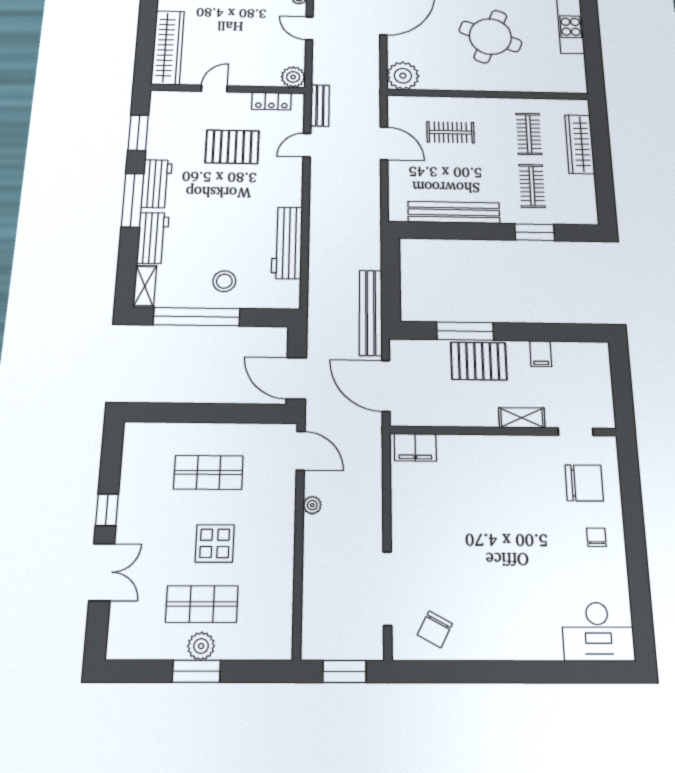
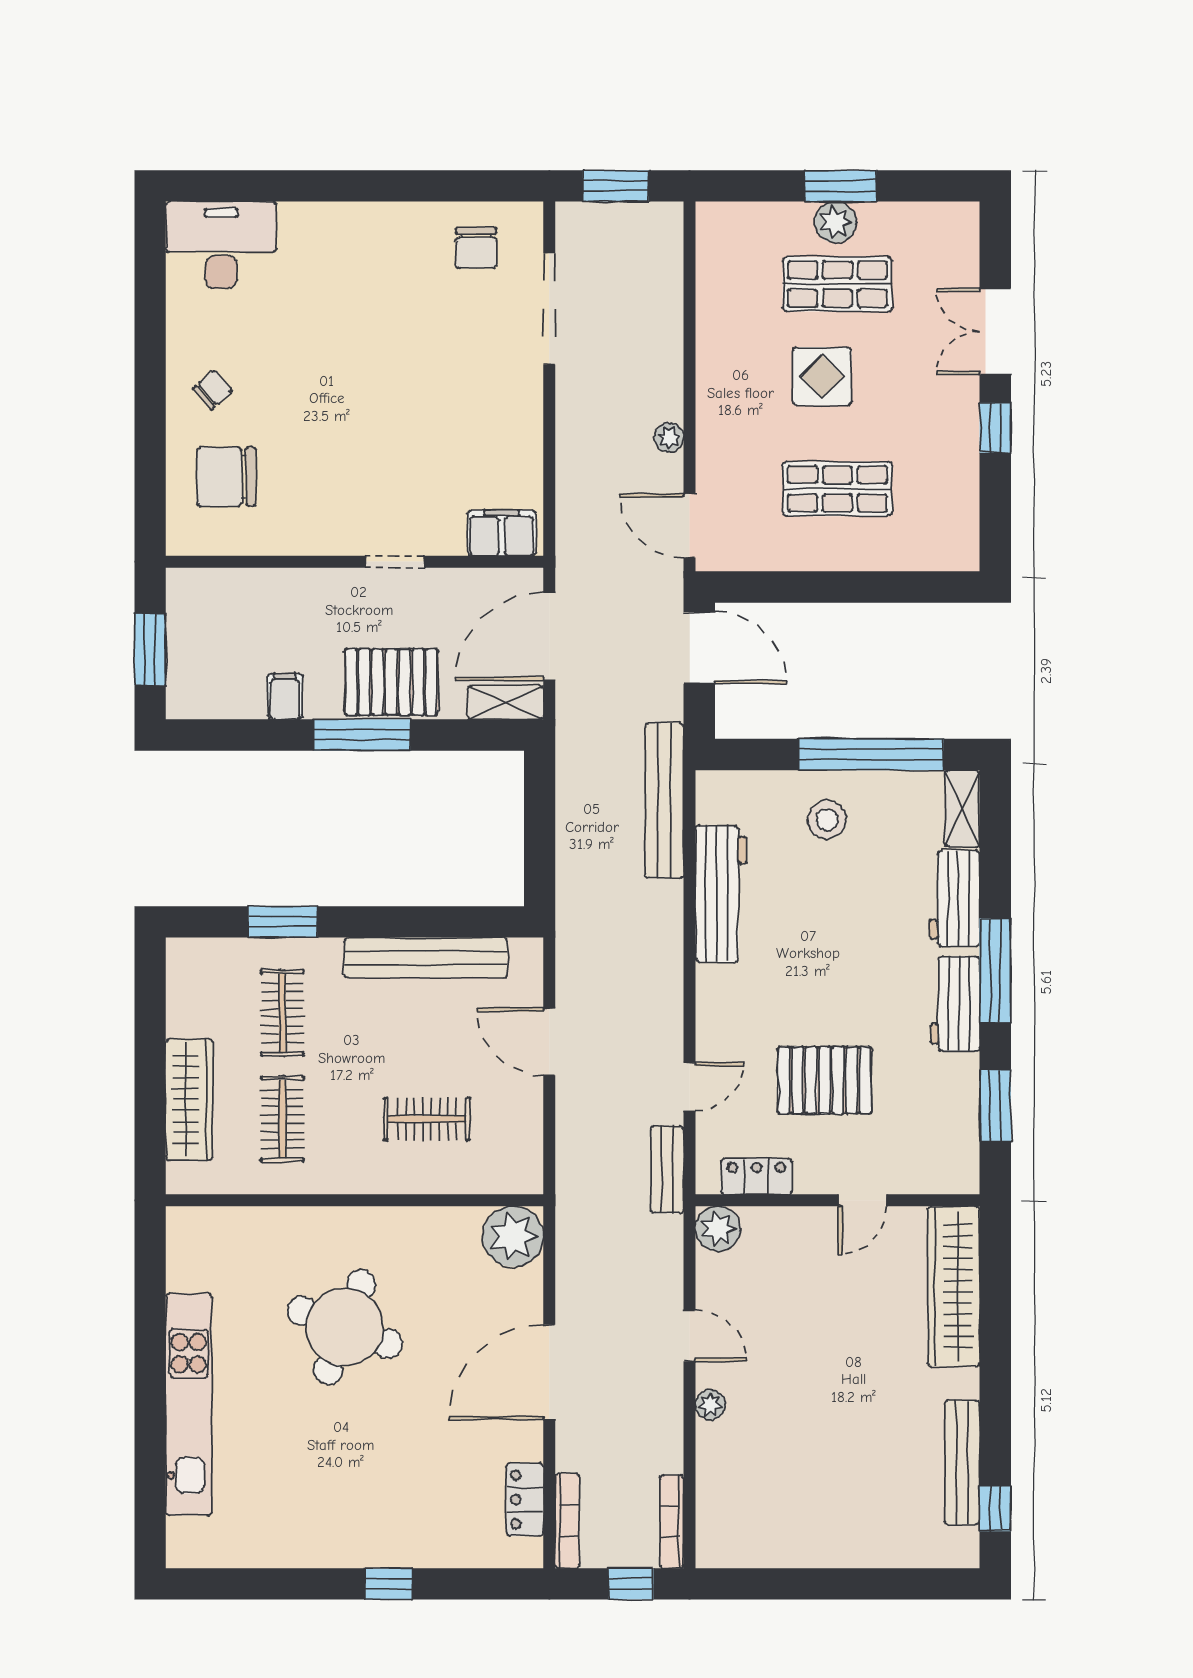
door: (384, 143) -> (549, 1042), moved
bench: (371, 313) -> (664, 801), moved
window: (465, 331) -> (362, 735), moved
window: (621, 381) -> (150, 649), added
door: (386, 386) -> (549, 637), swing flipped
shelving: (522, 418) -> (506, 702), moved
doorway: (576, 432) -> (395, 562), moved
chair: (596, 537) -> (213, 390), turned -131
chair: (435, 629) -> (476, 248), turned 152

